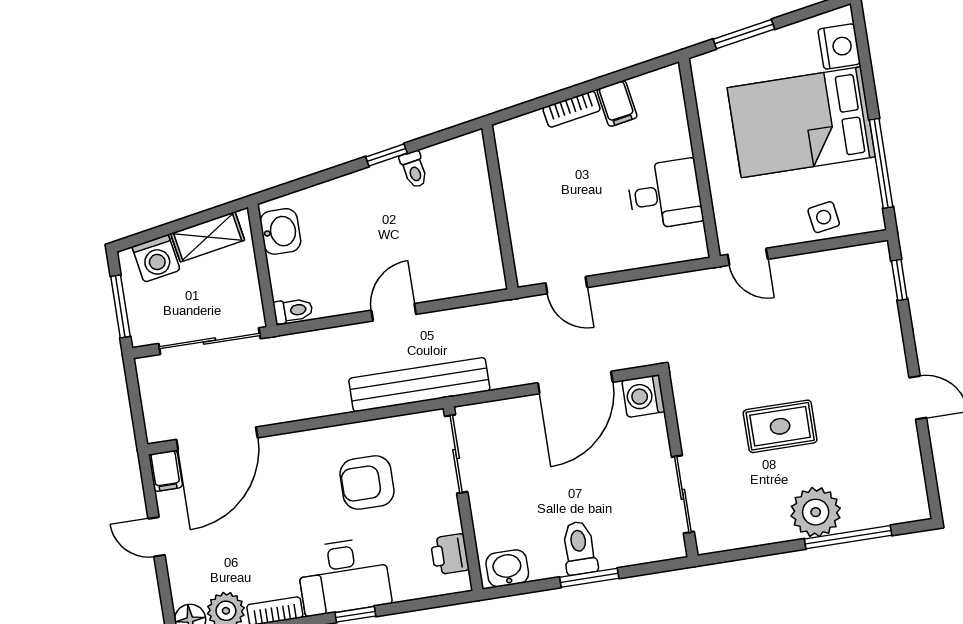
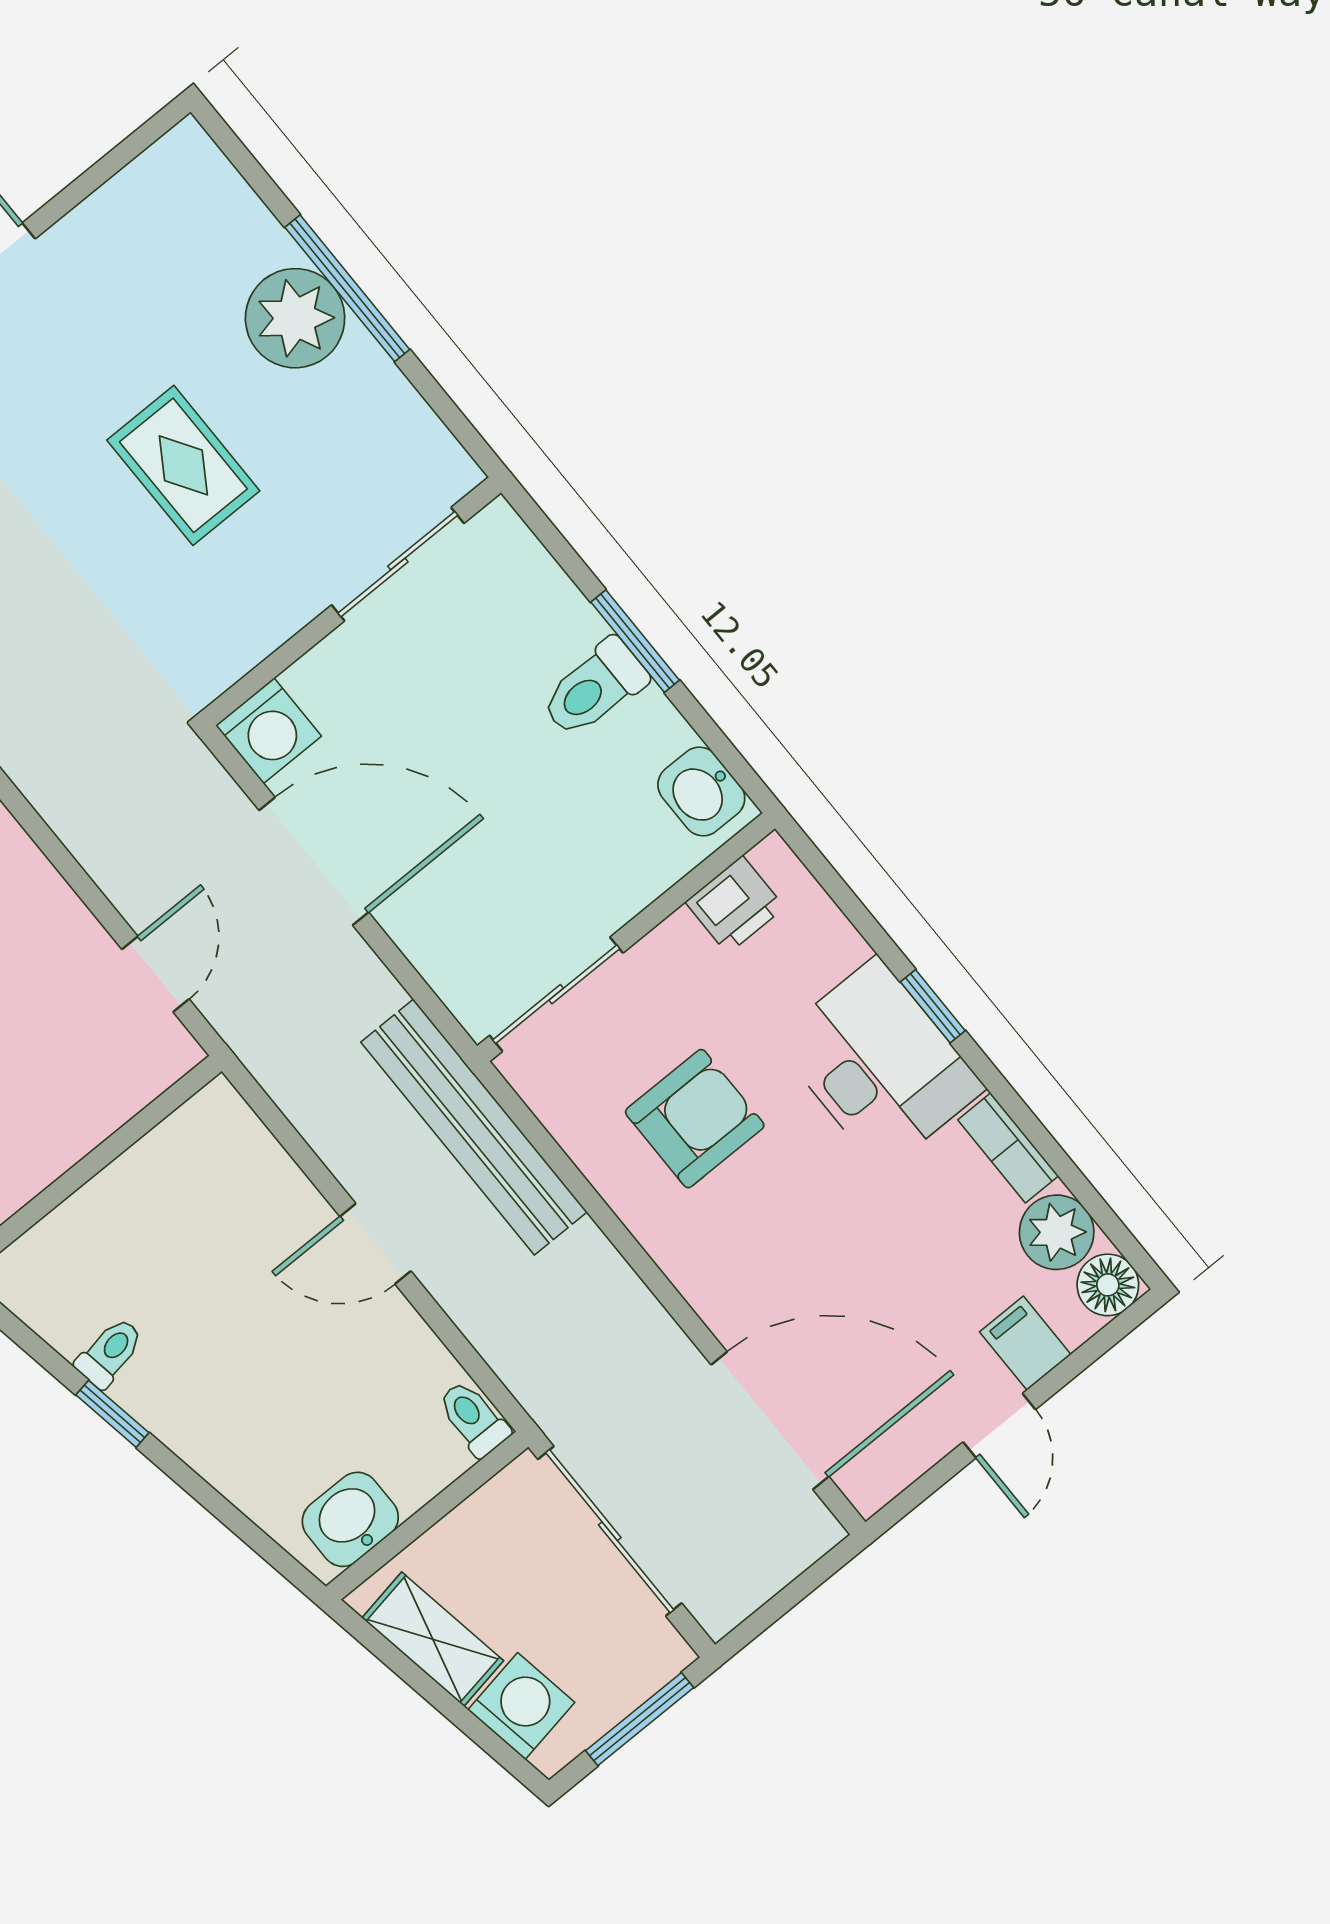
filing cabinet: (166, 471) -> (1025, 1343), moved, turned -90
armchair: (367, 483) -> (695, 1119), turned -90
window: (848, 537) -> (347, 288), moved

